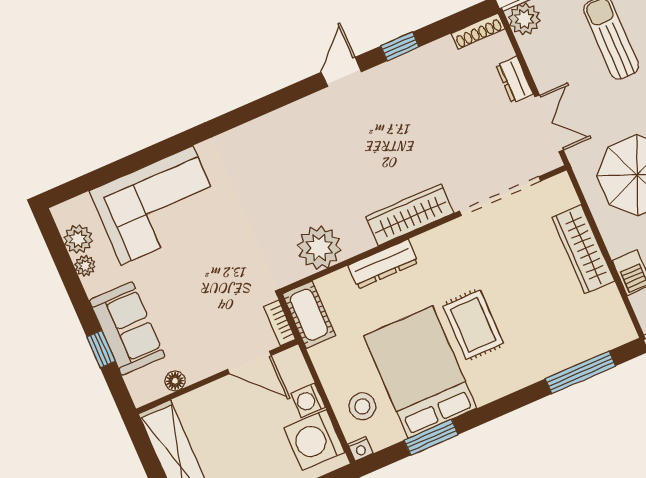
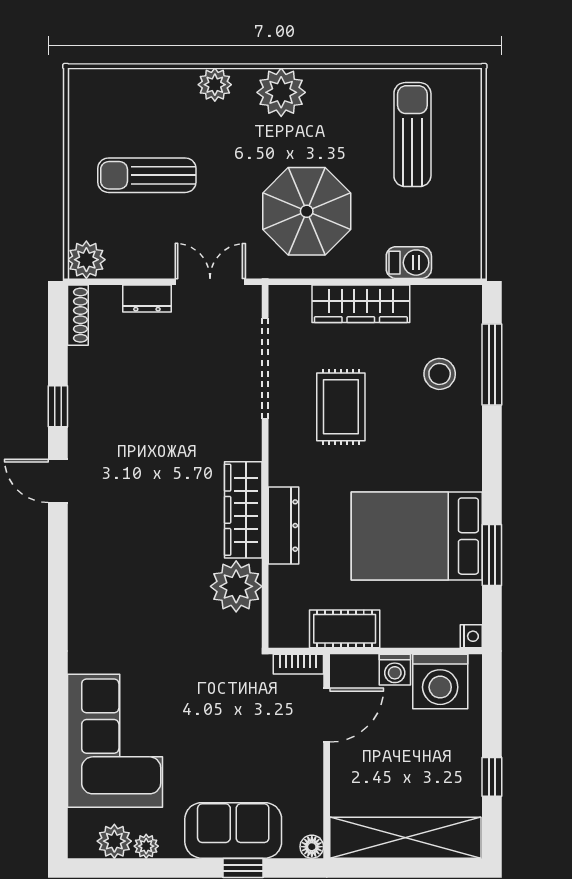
wardrobe: (410, 215) -> (243, 510), moved
cot: (309, 315) -> (345, 629), moved
rug: (473, 325) -> (341, 407), moved, turned 90
floor lamp: (175, 381) -> (312, 847), moved
stool: (362, 406) -> (440, 374), moved

